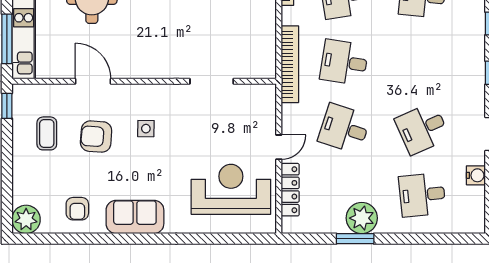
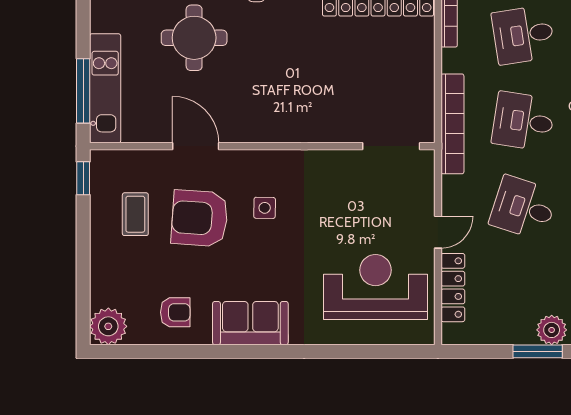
doorway: (212, 81) -> (391, 146), moved
armchair: (96, 137) -> (200, 218), width x1.36, depth x1.36
armchair: (77, 209) -> (175, 312), turned -90
plant: (362, 218) -> (552, 330), width x0.73, depth x0.73

